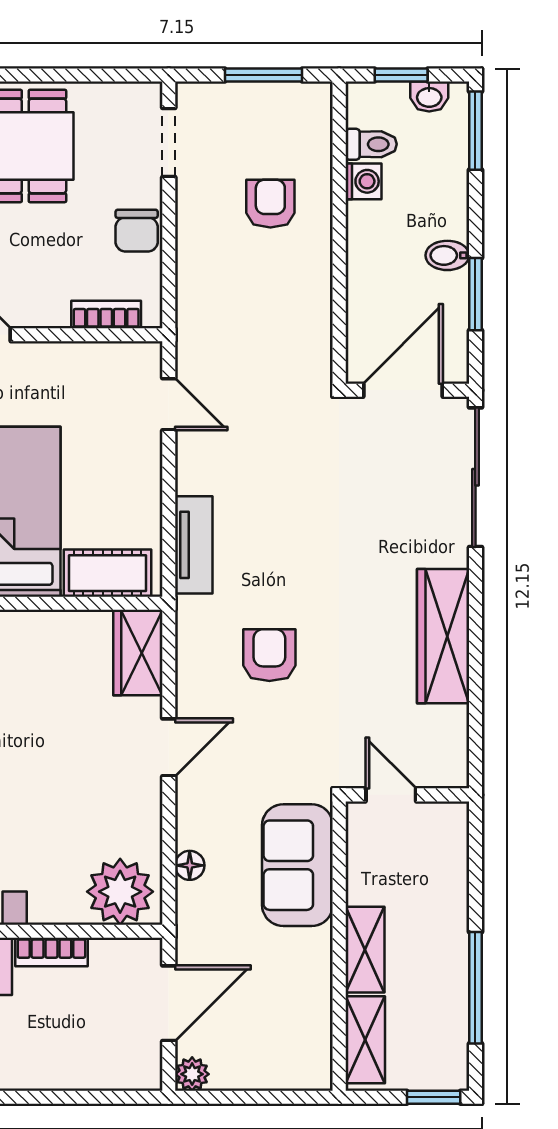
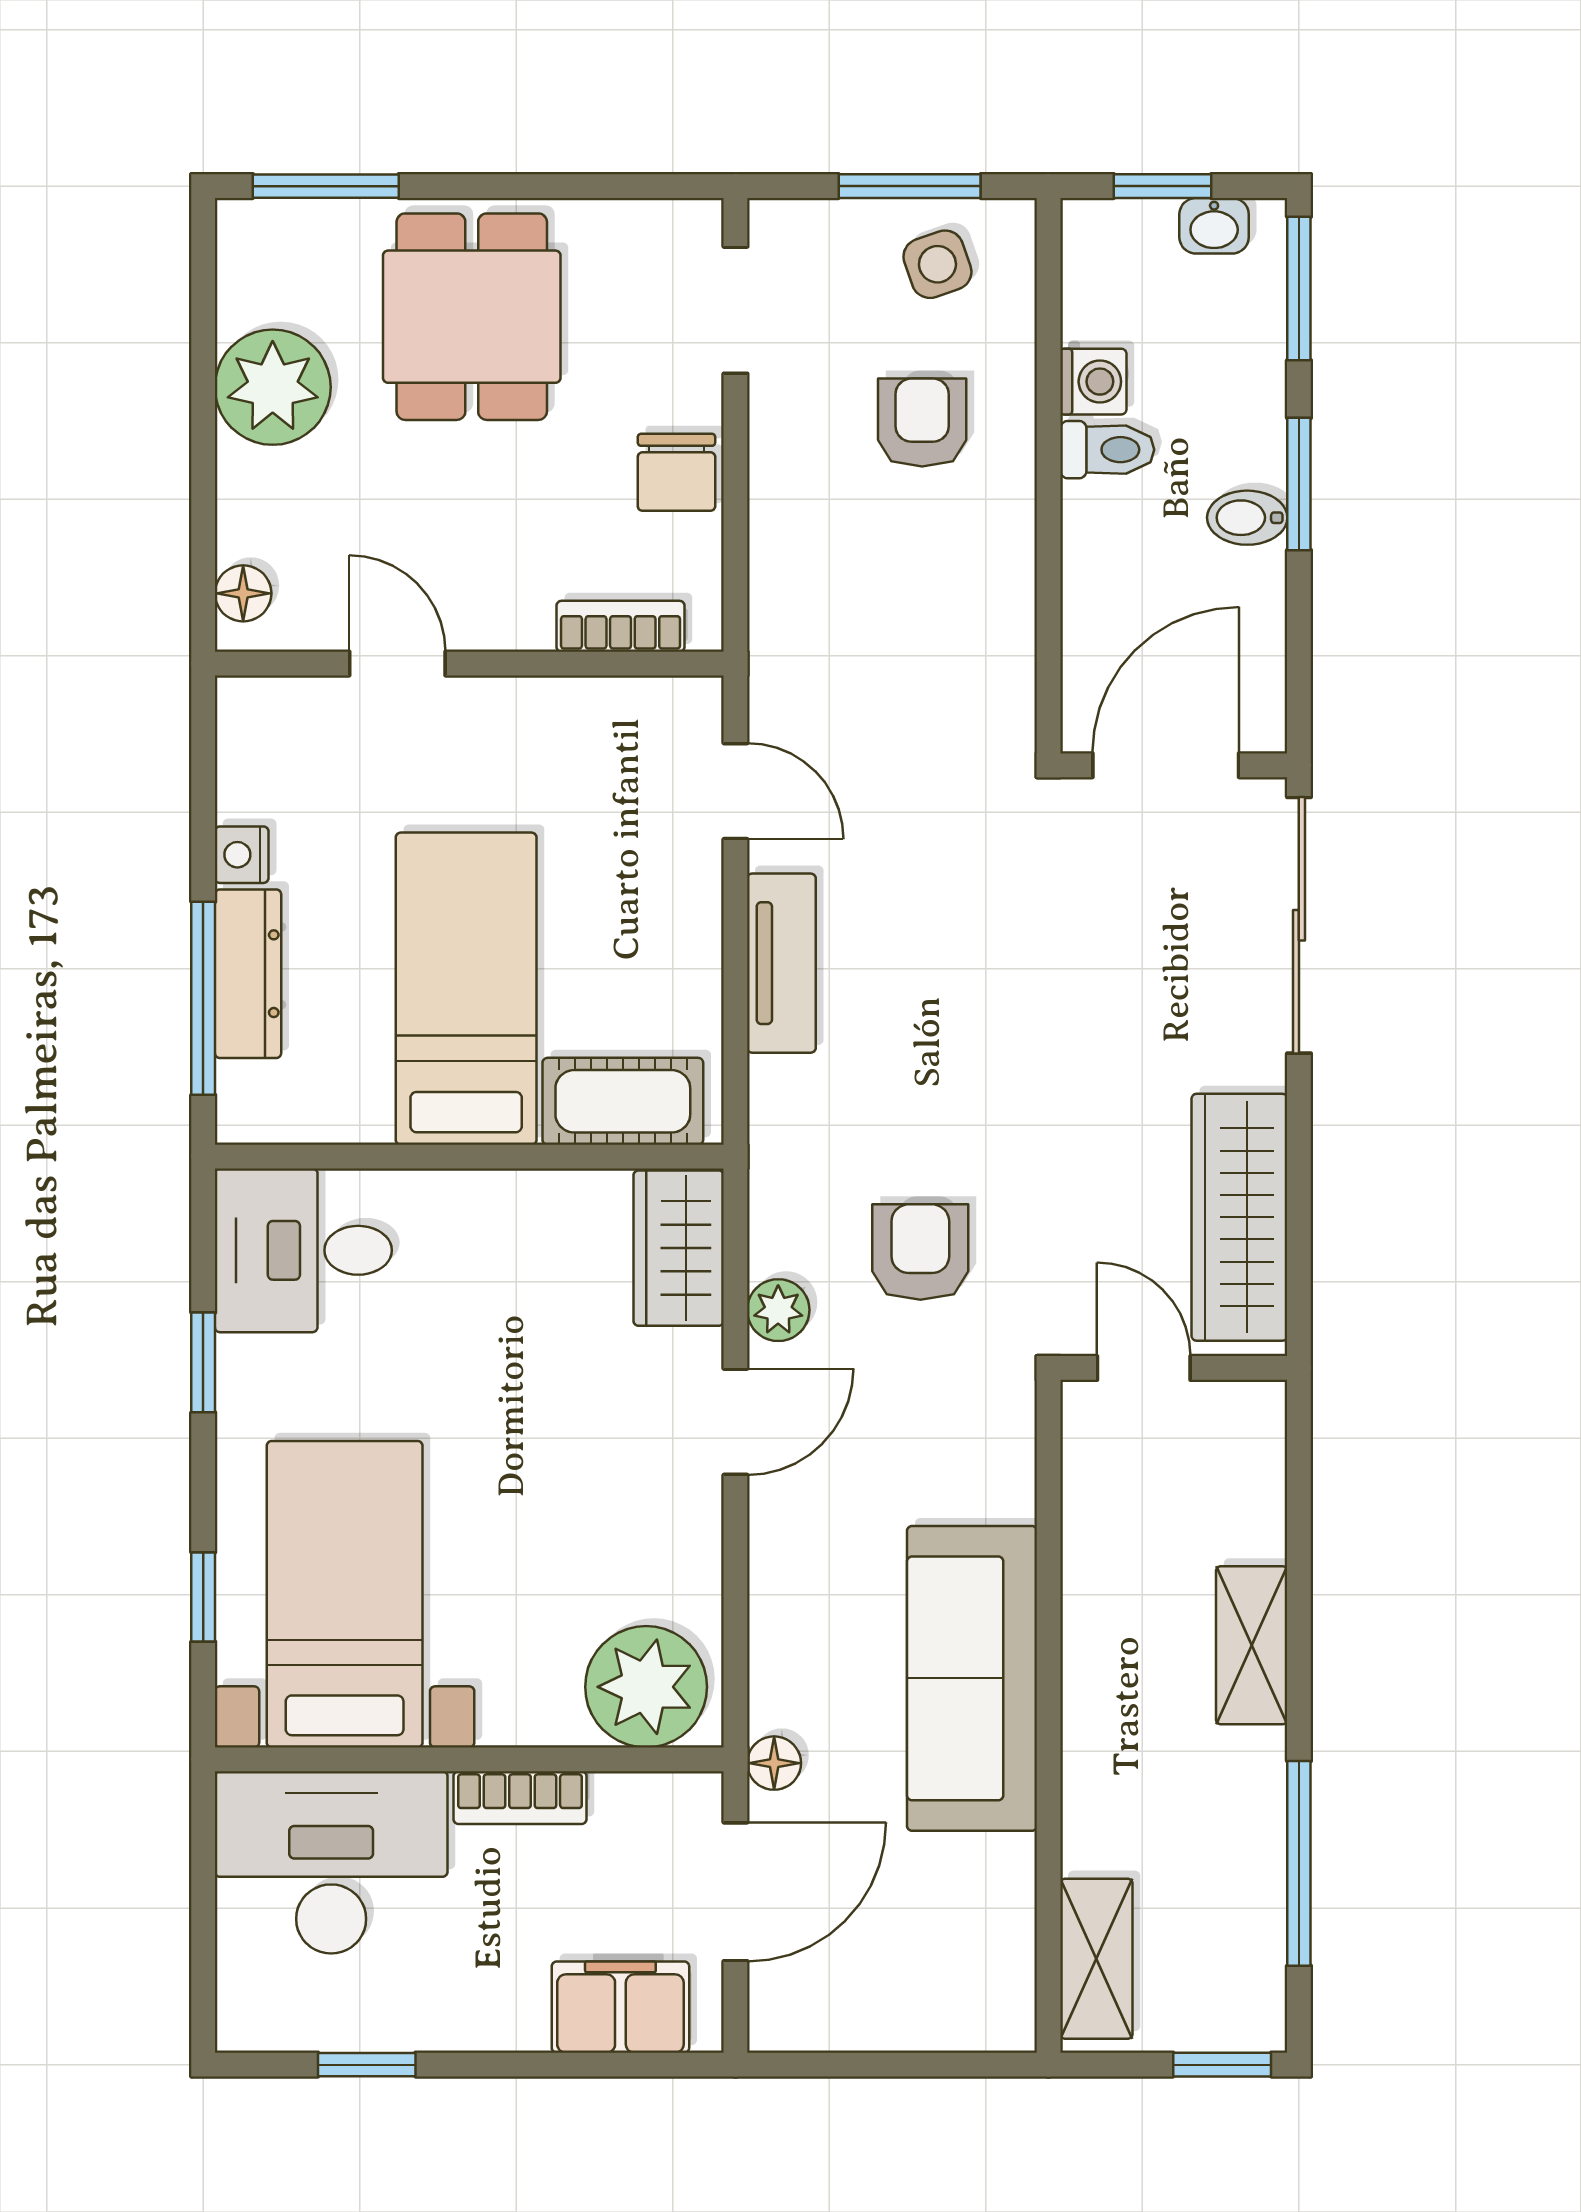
side table: (279, 117) -> (937, 264), added
toilet: (371, 144) -> (1107, 450), moved
window: (475, 294) -> (1299, 484), moved
tv unit: (194, 545) -> (781, 963), moved
door: (391, 795) -> (1144, 1368), moved
wall: (407, 795) -> (1174, 1368), moved
floor lamp: (190, 865) -> (774, 1763), moved
sofa: (297, 865) -> (972, 1678), width x1.36
shelving: (365, 950) -> (1252, 1645), moved
filing cabinet: (106, 1066) -> (620, 2007), added
plant: (192, 1074) -> (778, 1310), moved

